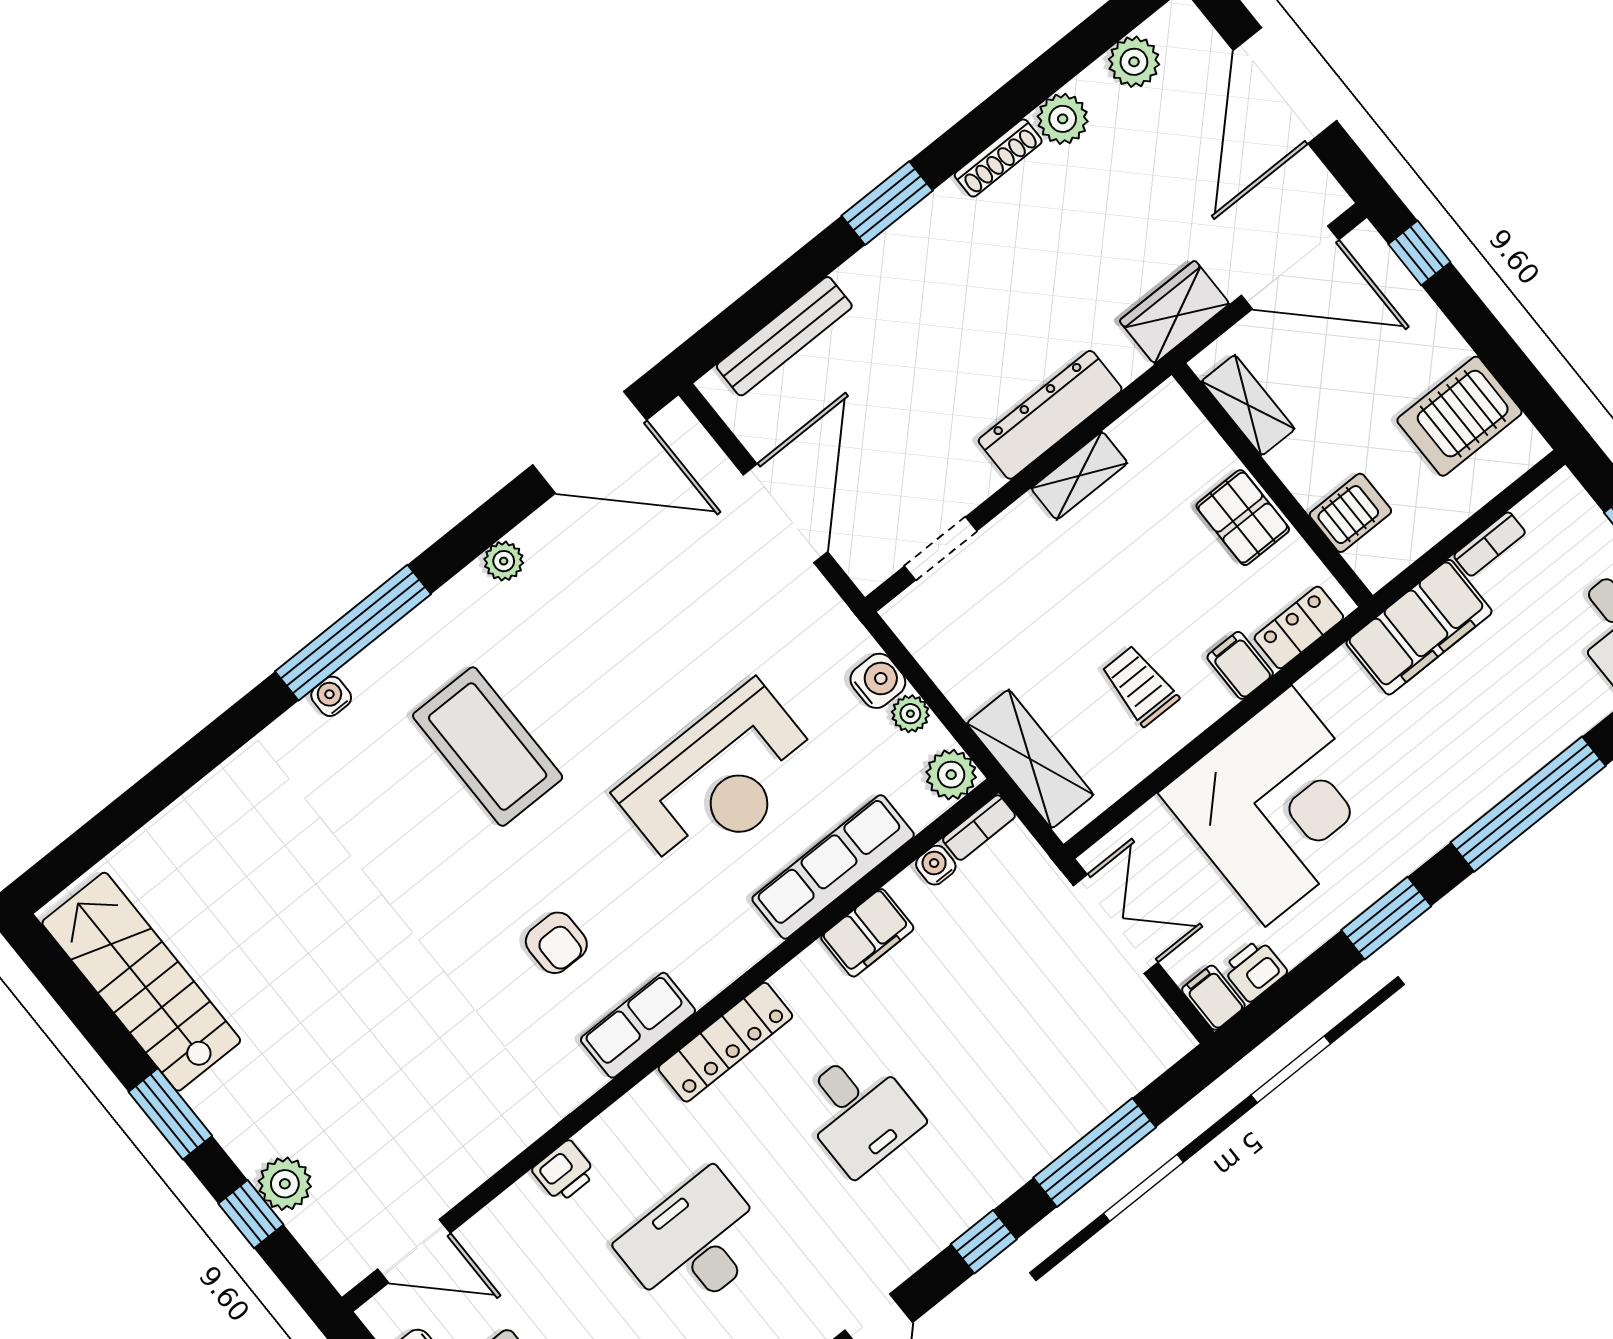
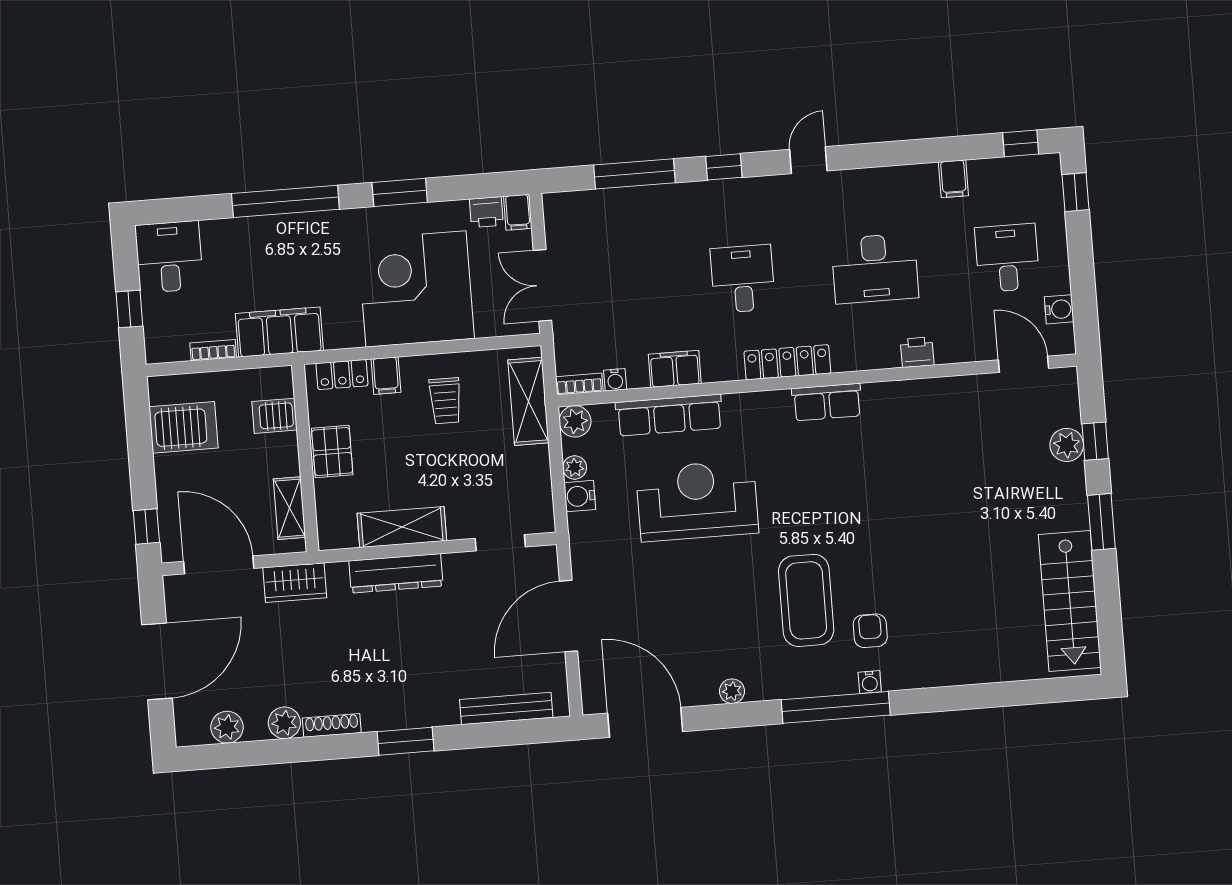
shelving: (1079, 476) -> (402, 527), width x1.50, depth x1.33
armchair: (556, 943) -> (870, 631), moved

